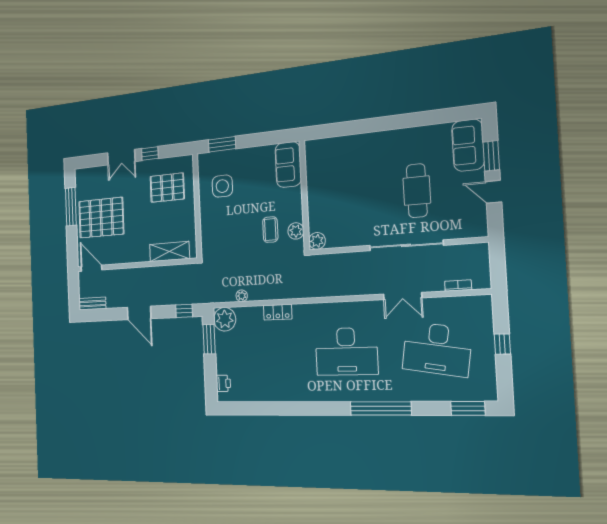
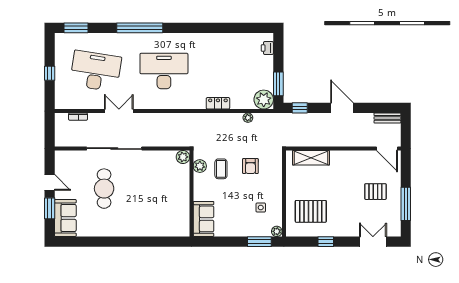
double door: (121, 157) -> (373, 242), moved
plant: (203, 159) -> (277, 231), added
side table: (222, 186) -> (261, 208), width x0.54, depth x0.54
pallet: (101, 218) -> (375, 192), width x0.49, depth x0.50
armchair: (236, 236) -> (250, 166), added

